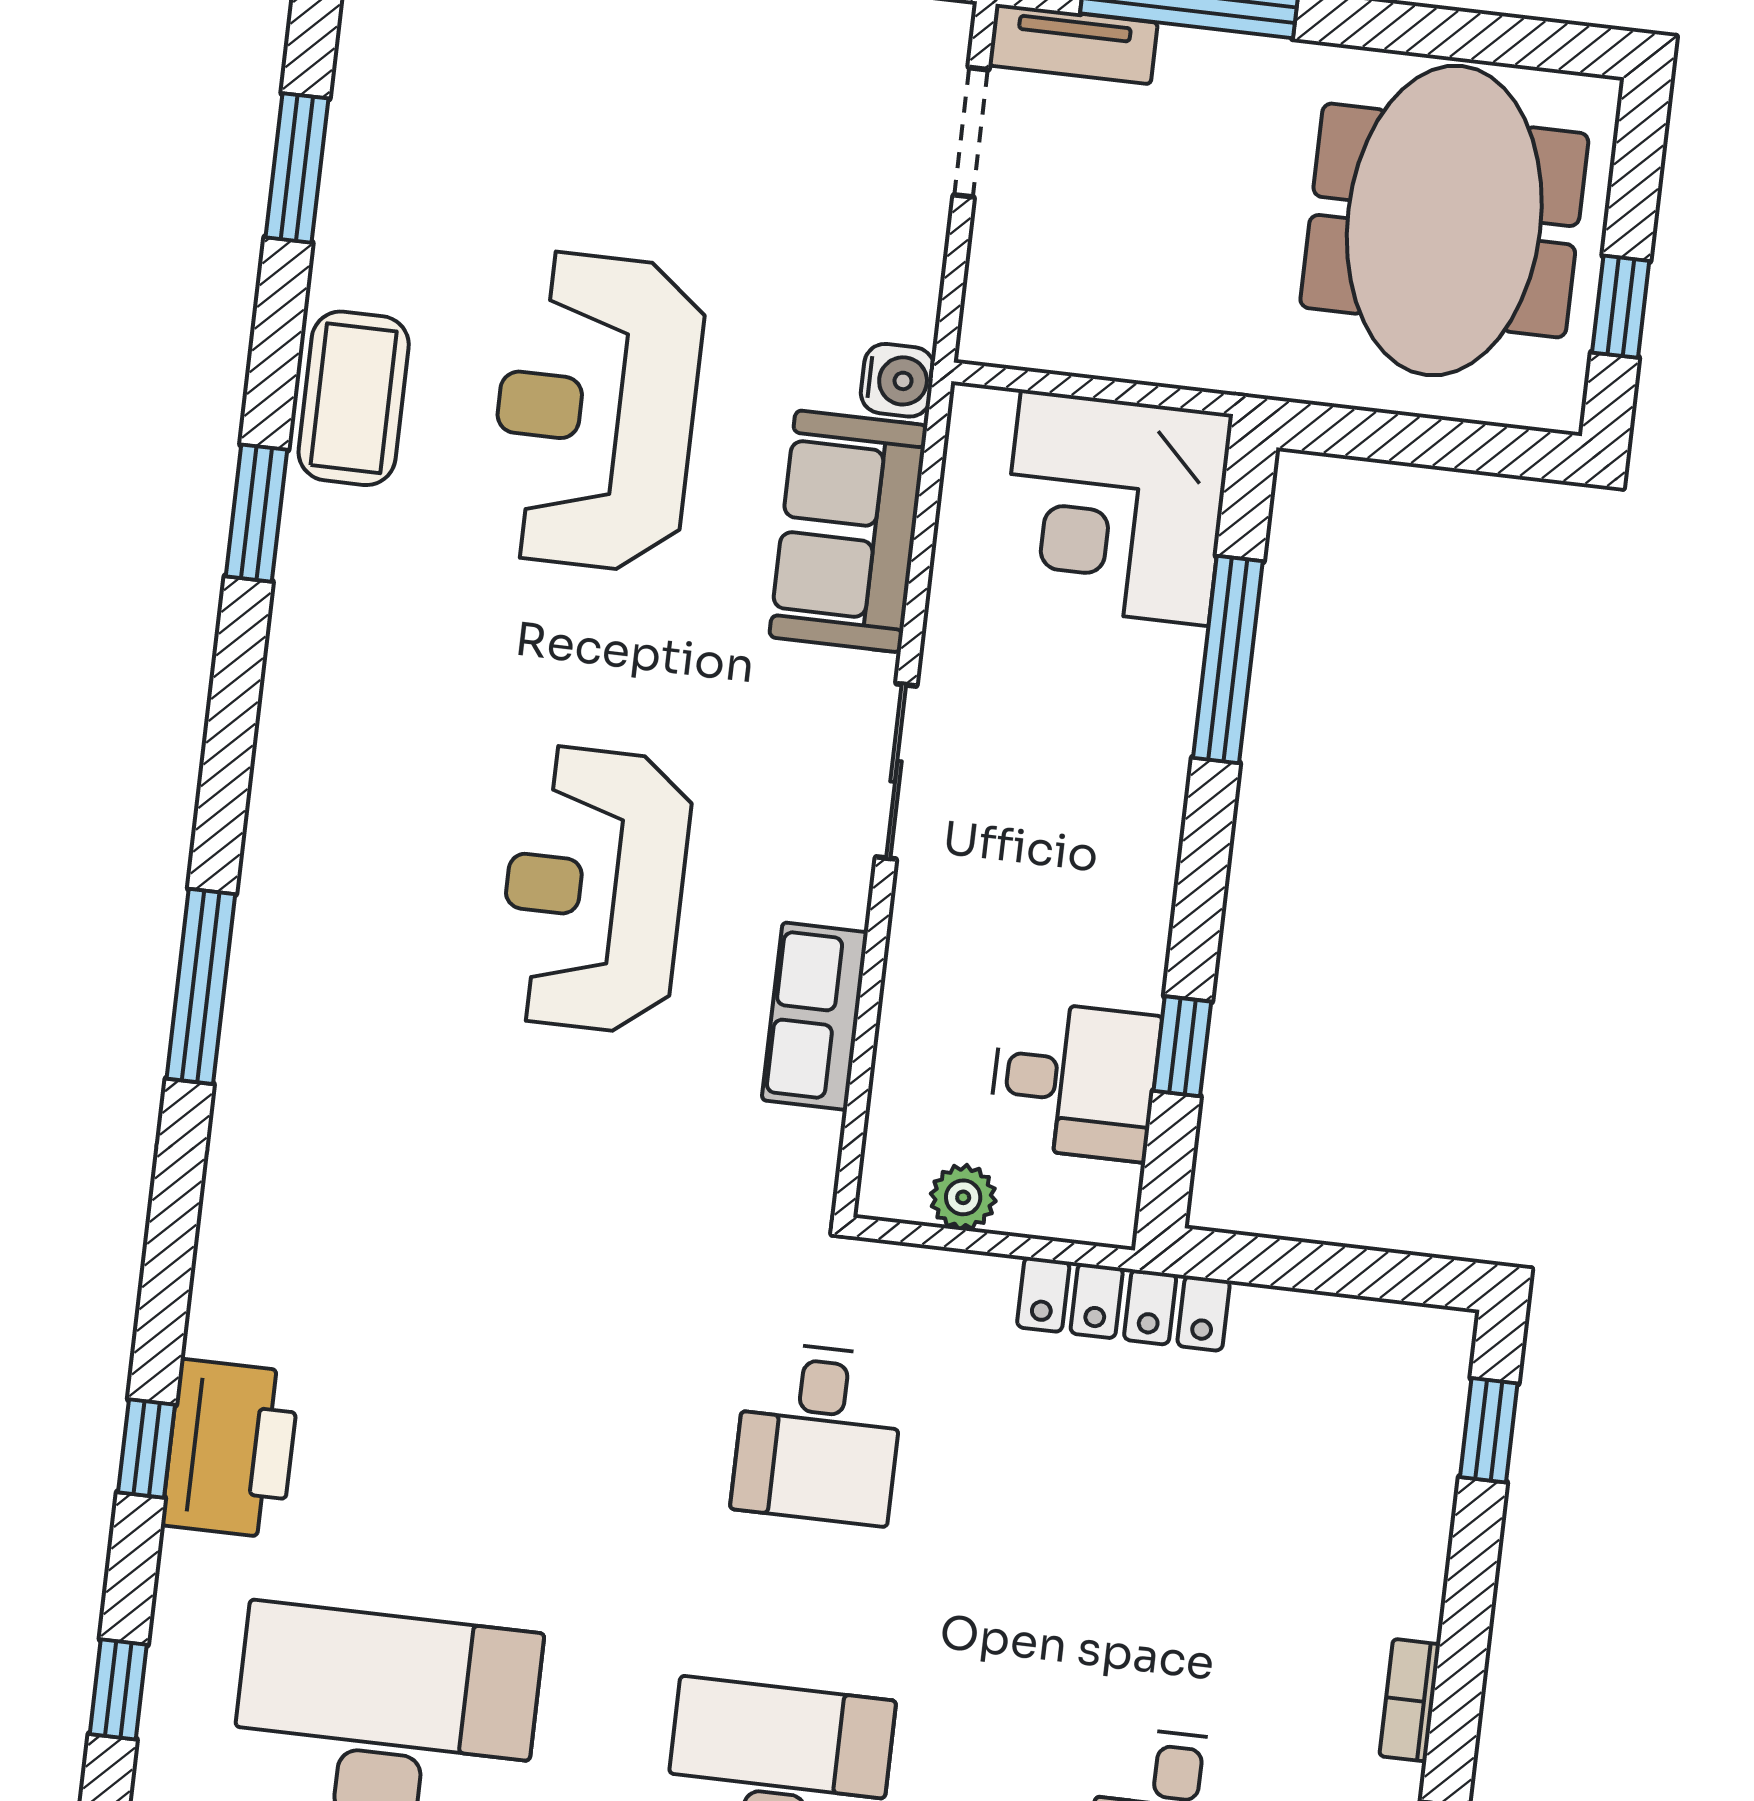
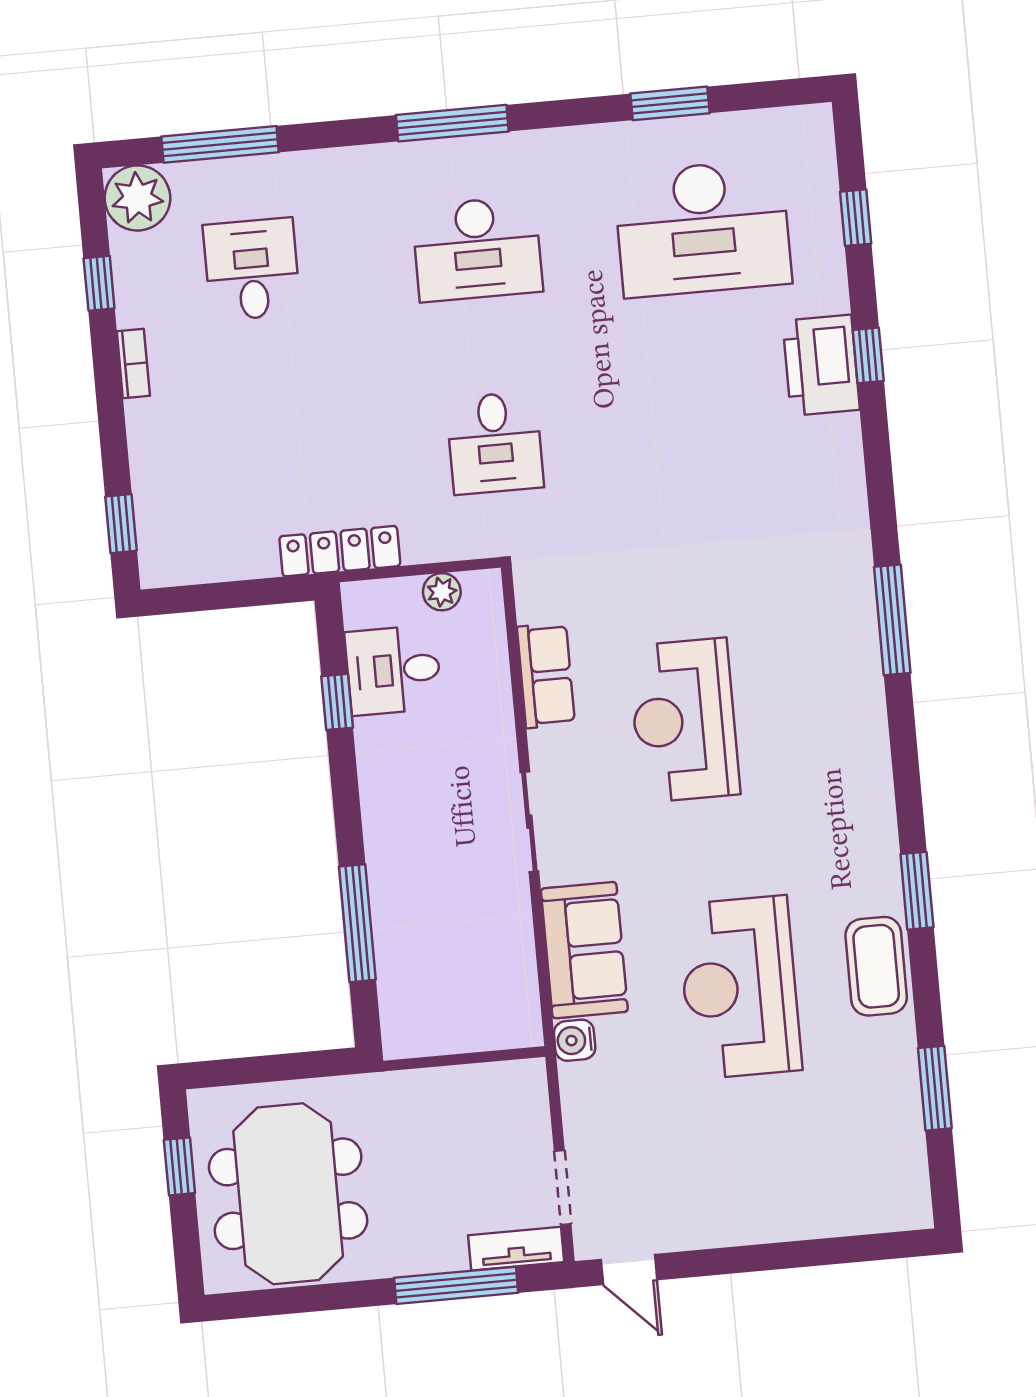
reception desk: (596, 411) -> (739, 987), turned 180
corner desk: (1115, 508) -> (438, 995), removed
reception desk: (594, 889) -> (684, 720), turned 180
desk: (818, 1434) -> (495, 443), turned 180

